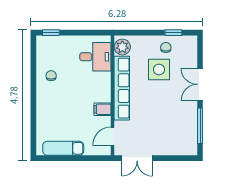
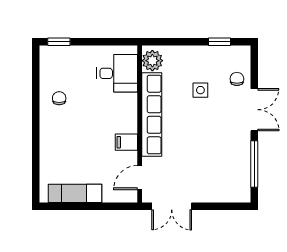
chair: (166, 47) -> (237, 79), moved
side table: (159, 69) -> (200, 90), width x0.54, depth x0.54
double door: (200, 84) -> (254, 110), swing flipped

